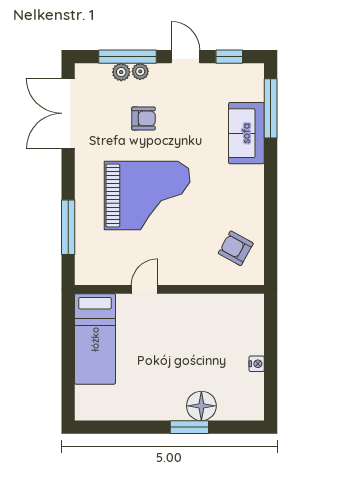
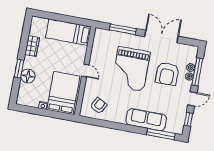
double door: (68, 113) -> (161, 36), moved
armchair: (143, 118) -> (167, 74), width x1.88, depth x1.88
sofa: (246, 133) -> (146, 120), width x1.36
door: (145, 289) -> (85, 70), moved
bed: (223, 326) -> (63, 93), added
wardrobe: (138, 409) -> (32, 46), added

